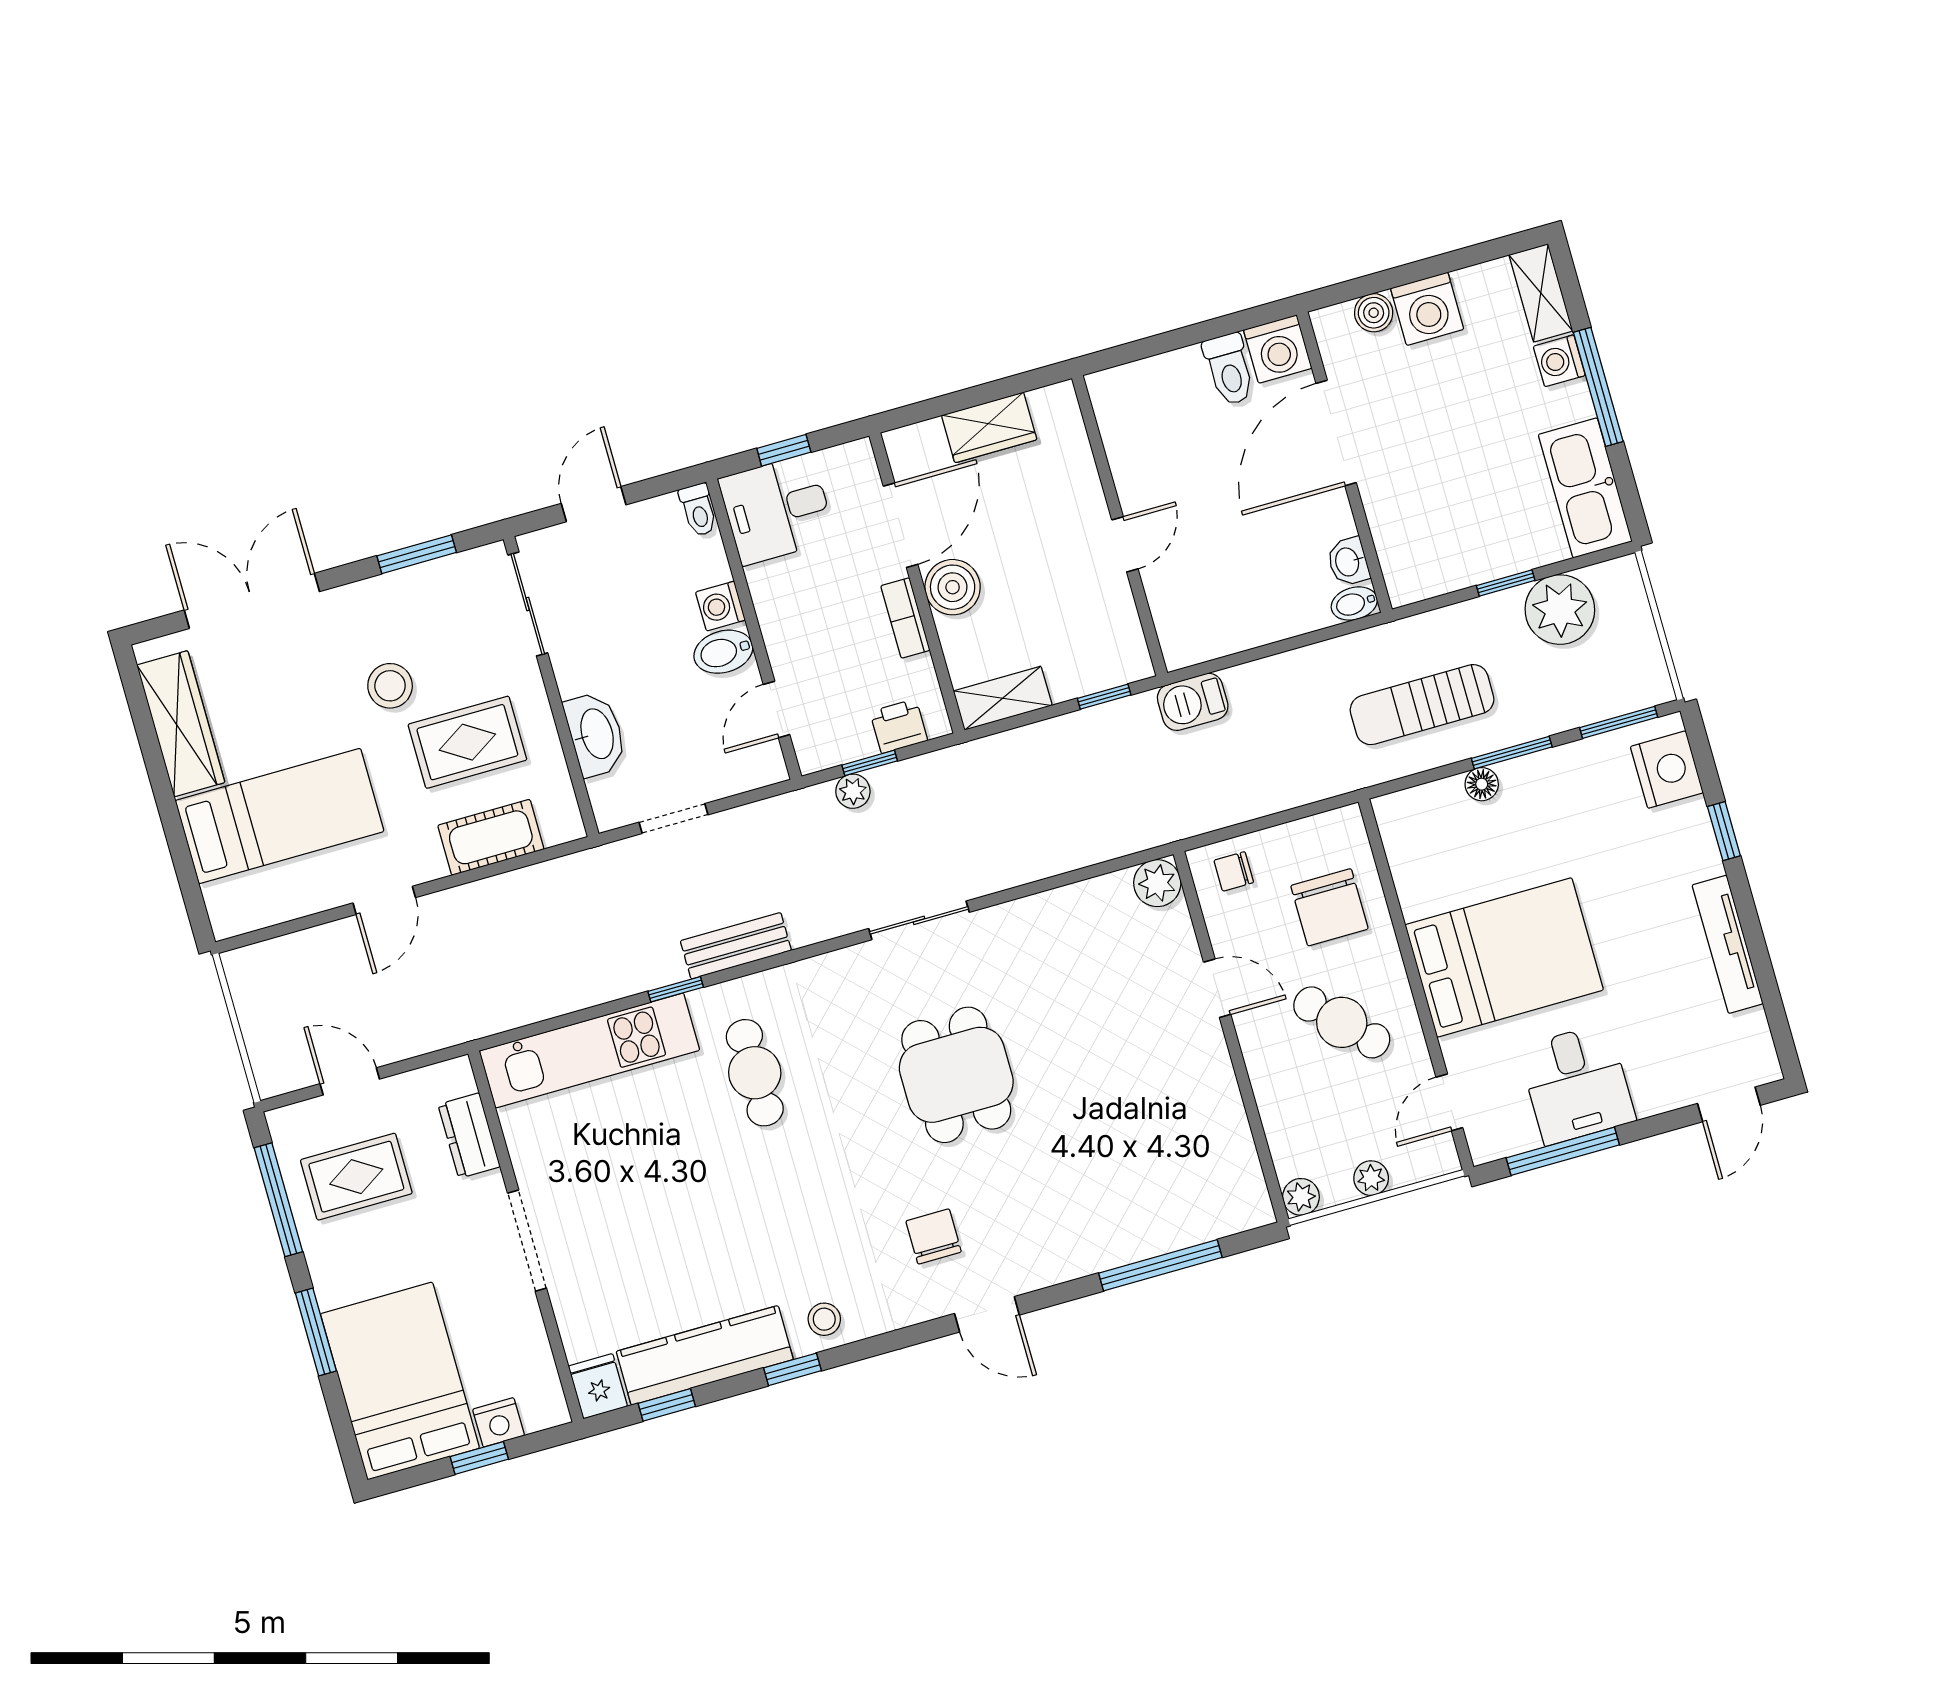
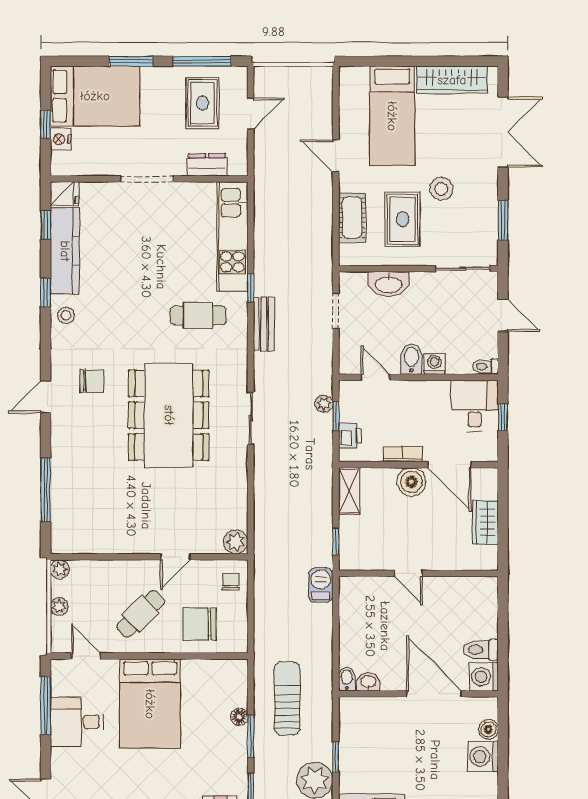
dining table: (956, 1075) -> (169, 415), width x1.88, depth x1.24

